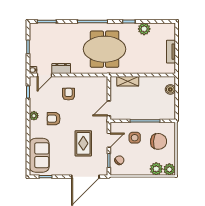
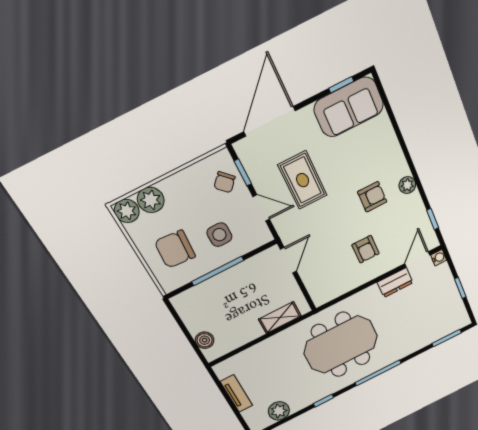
plant: (144, 29) -> (279, 411), moved
door: (109, 140) -> (261, 208), swing flipped
sofa: (39, 155) -> (349, 107), moved, turned -90

